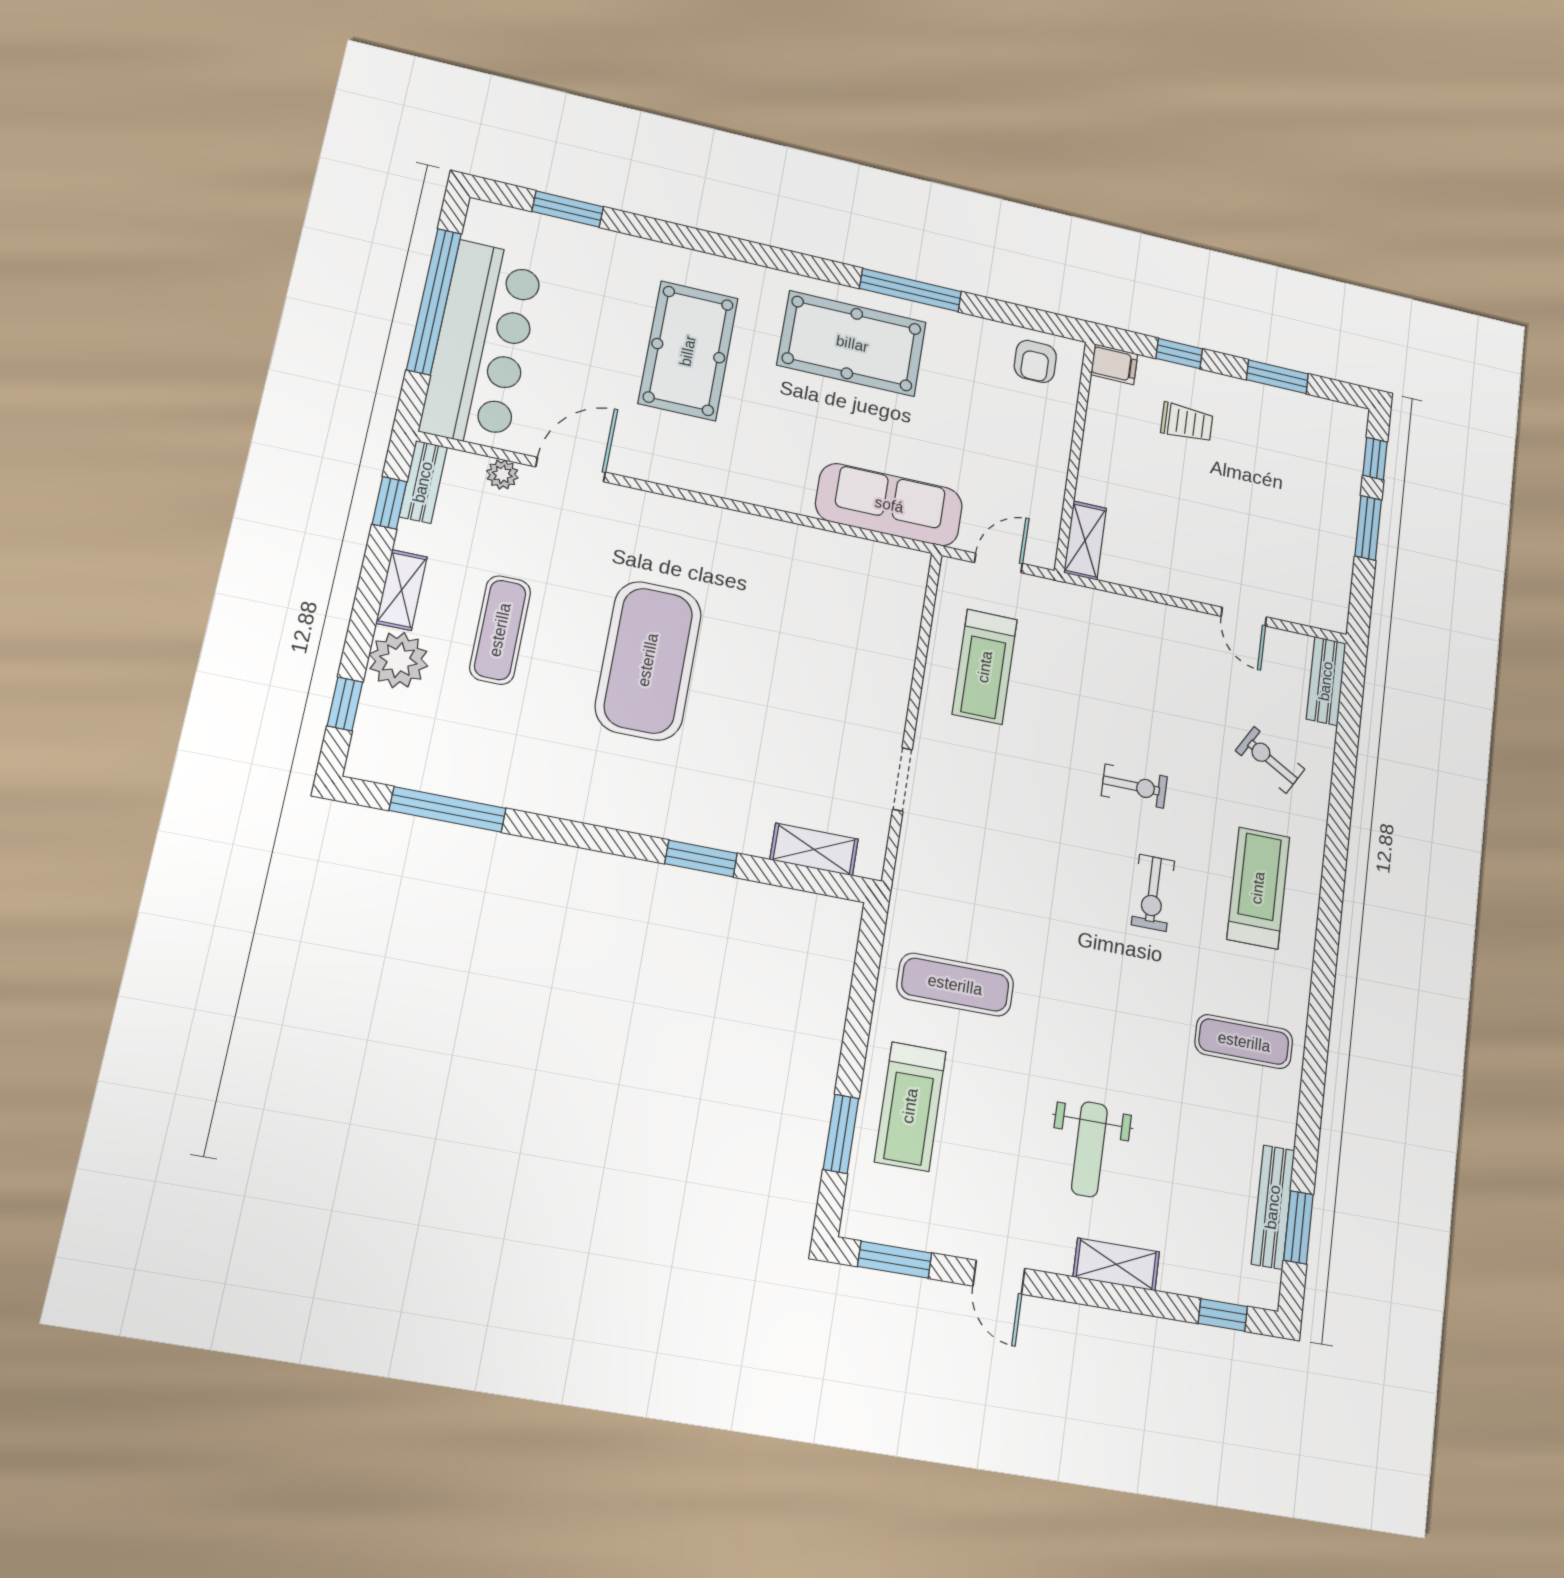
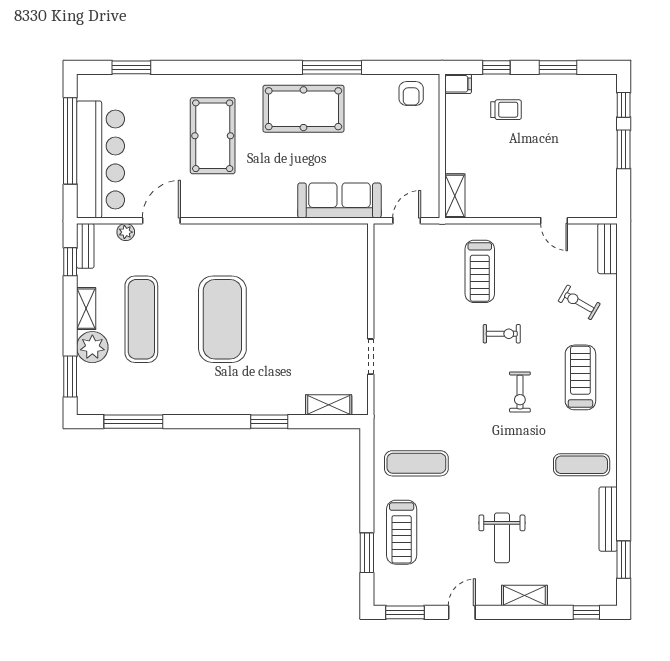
exercise mat: (500, 630) -> (141, 319), width x1.36, depth x1.45
treadmill: (985, 667) -> (480, 271), moved
window: (345, 704) -> (70, 376), width x1.50
bench: (1273, 1207) -> (608, 519), moved
door: (999, 1277) -> (462, 612), swing flipped

